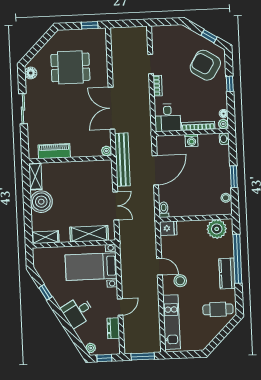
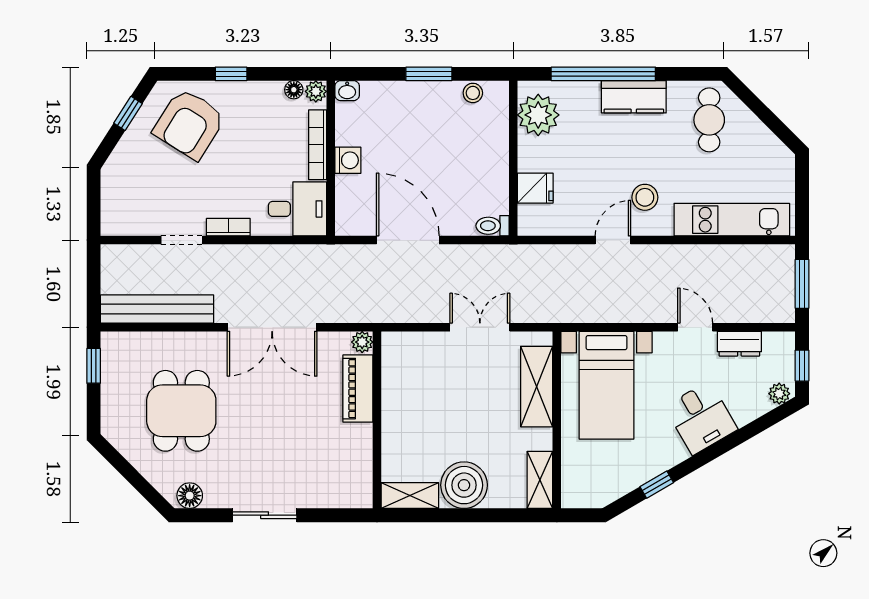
piano: (54, 151) -> (358, 389), moved
bench: (122, 160) -> (157, 309), moved
fridge: (168, 228) -> (535, 188), moved, turned 90

